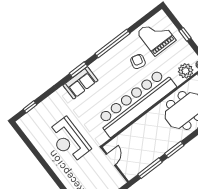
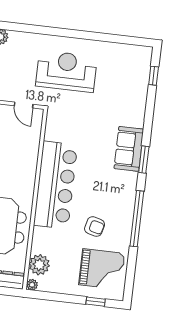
window: (185, 34) -> (96, 302), moved
bar counter: (136, 103) -> (56, 185), width x0.73
reception desk: (69, 140) -> (66, 71), moved

